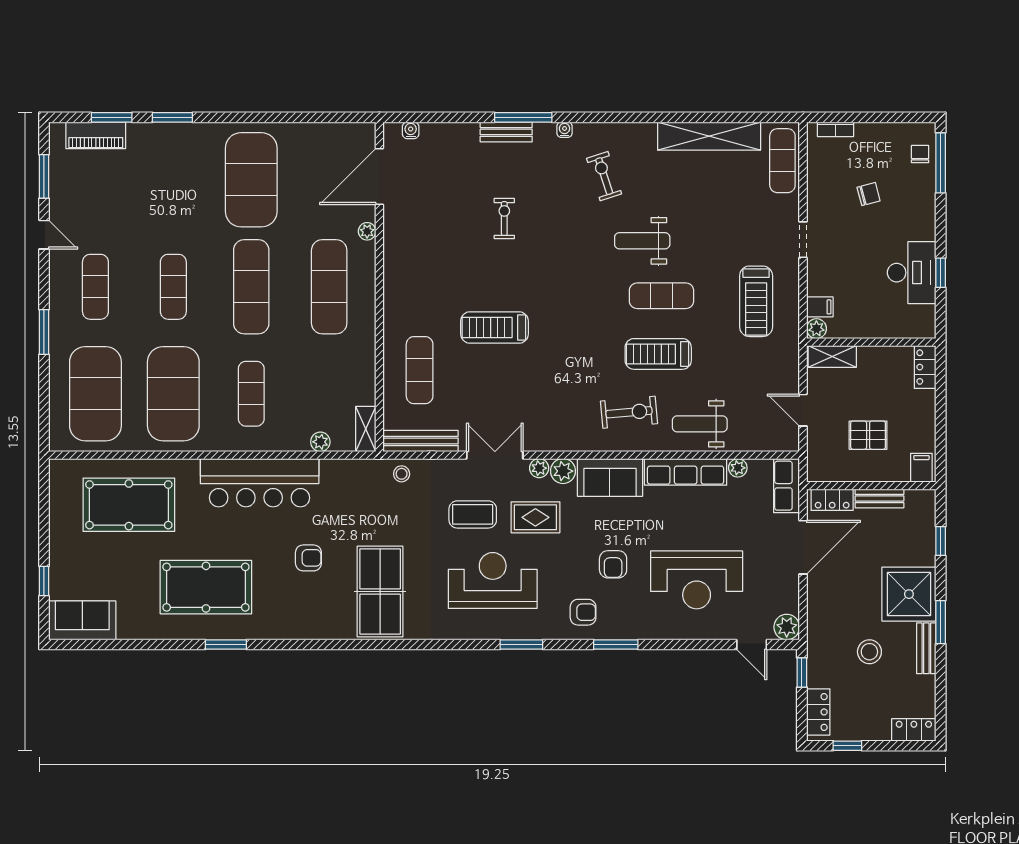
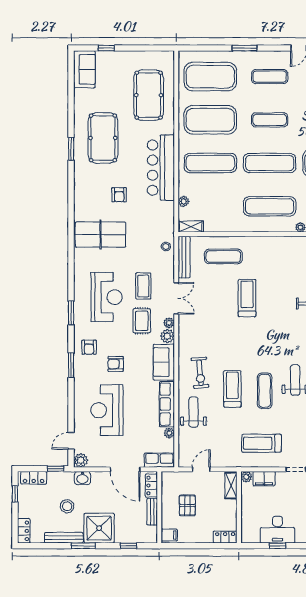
filing cabinet: (820, 307) -> (264, 479), width x2.00
exercise mat: (251, 394) -> (210, 163), width x1.36, depth x1.45
washbasin: (819, 624) -> (82, 478), added
bench: (926, 648) -> (64, 538), width x1.36

